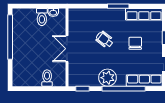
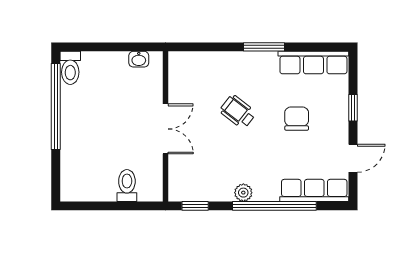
toilet: (42, 17) -> (70, 68), moved
double door: (67, 49) -> (166, 129), swing flipped
plant: (107, 78) -> (243, 193), width x0.53, depth x0.53

